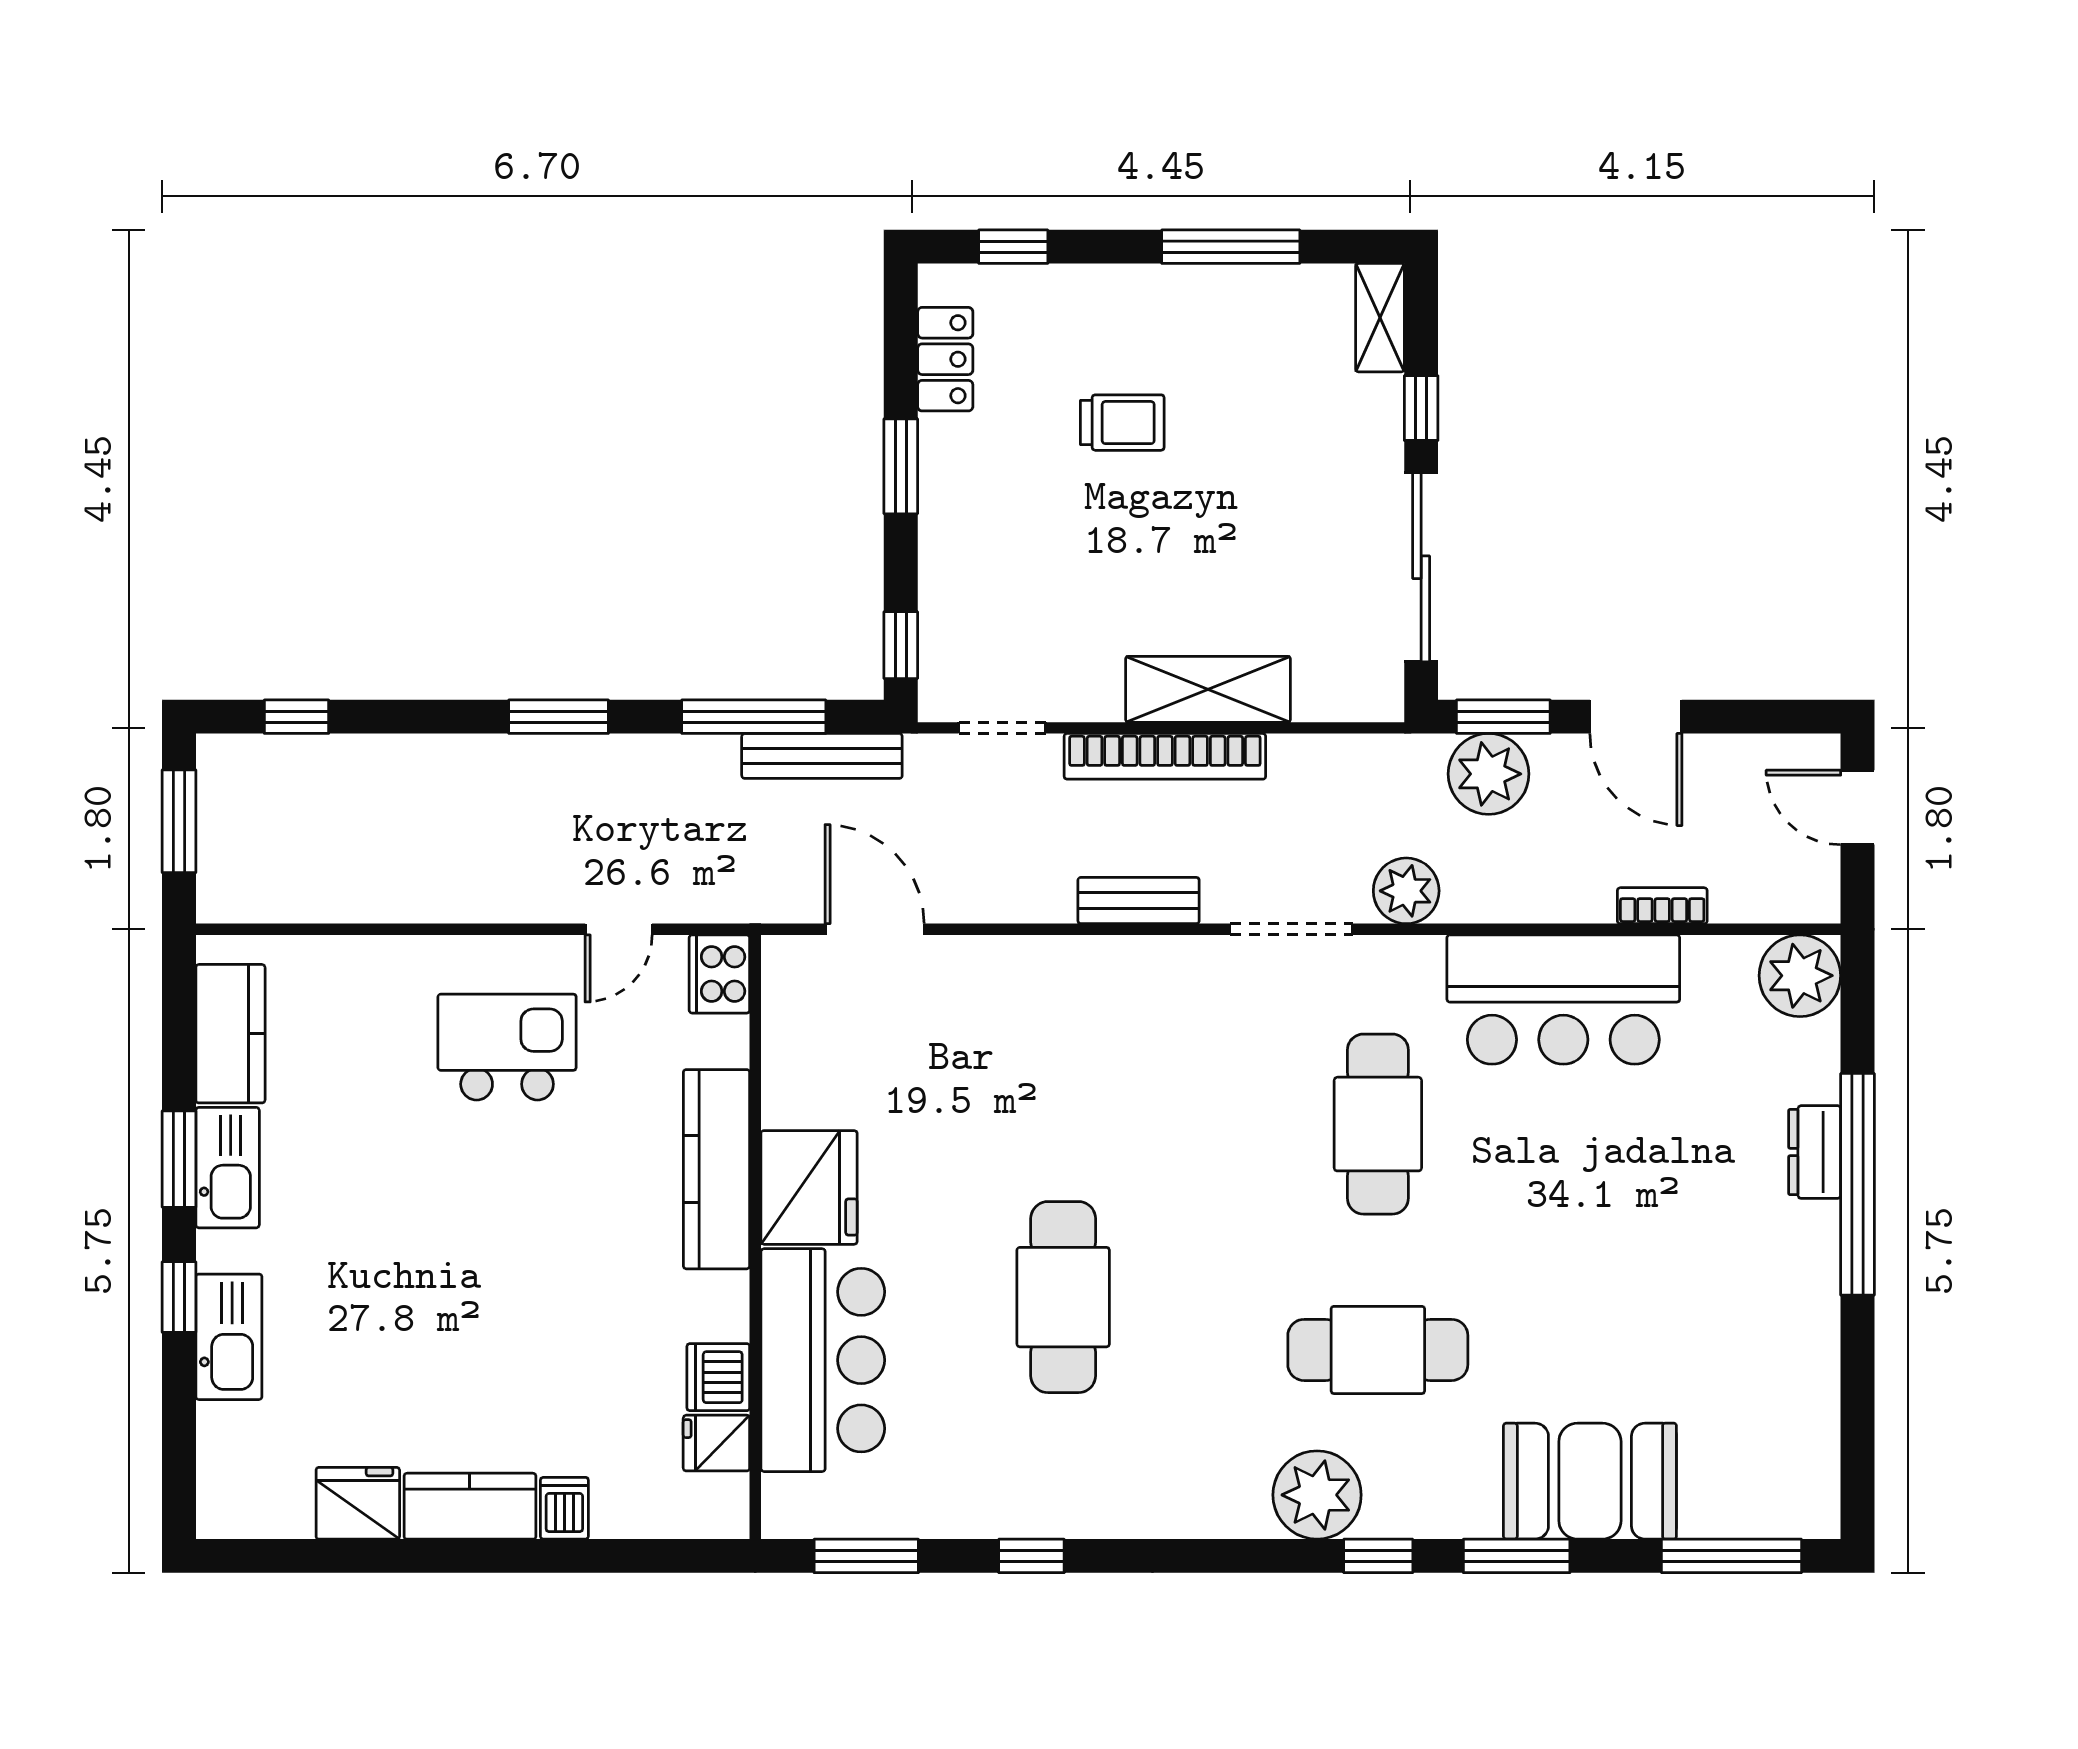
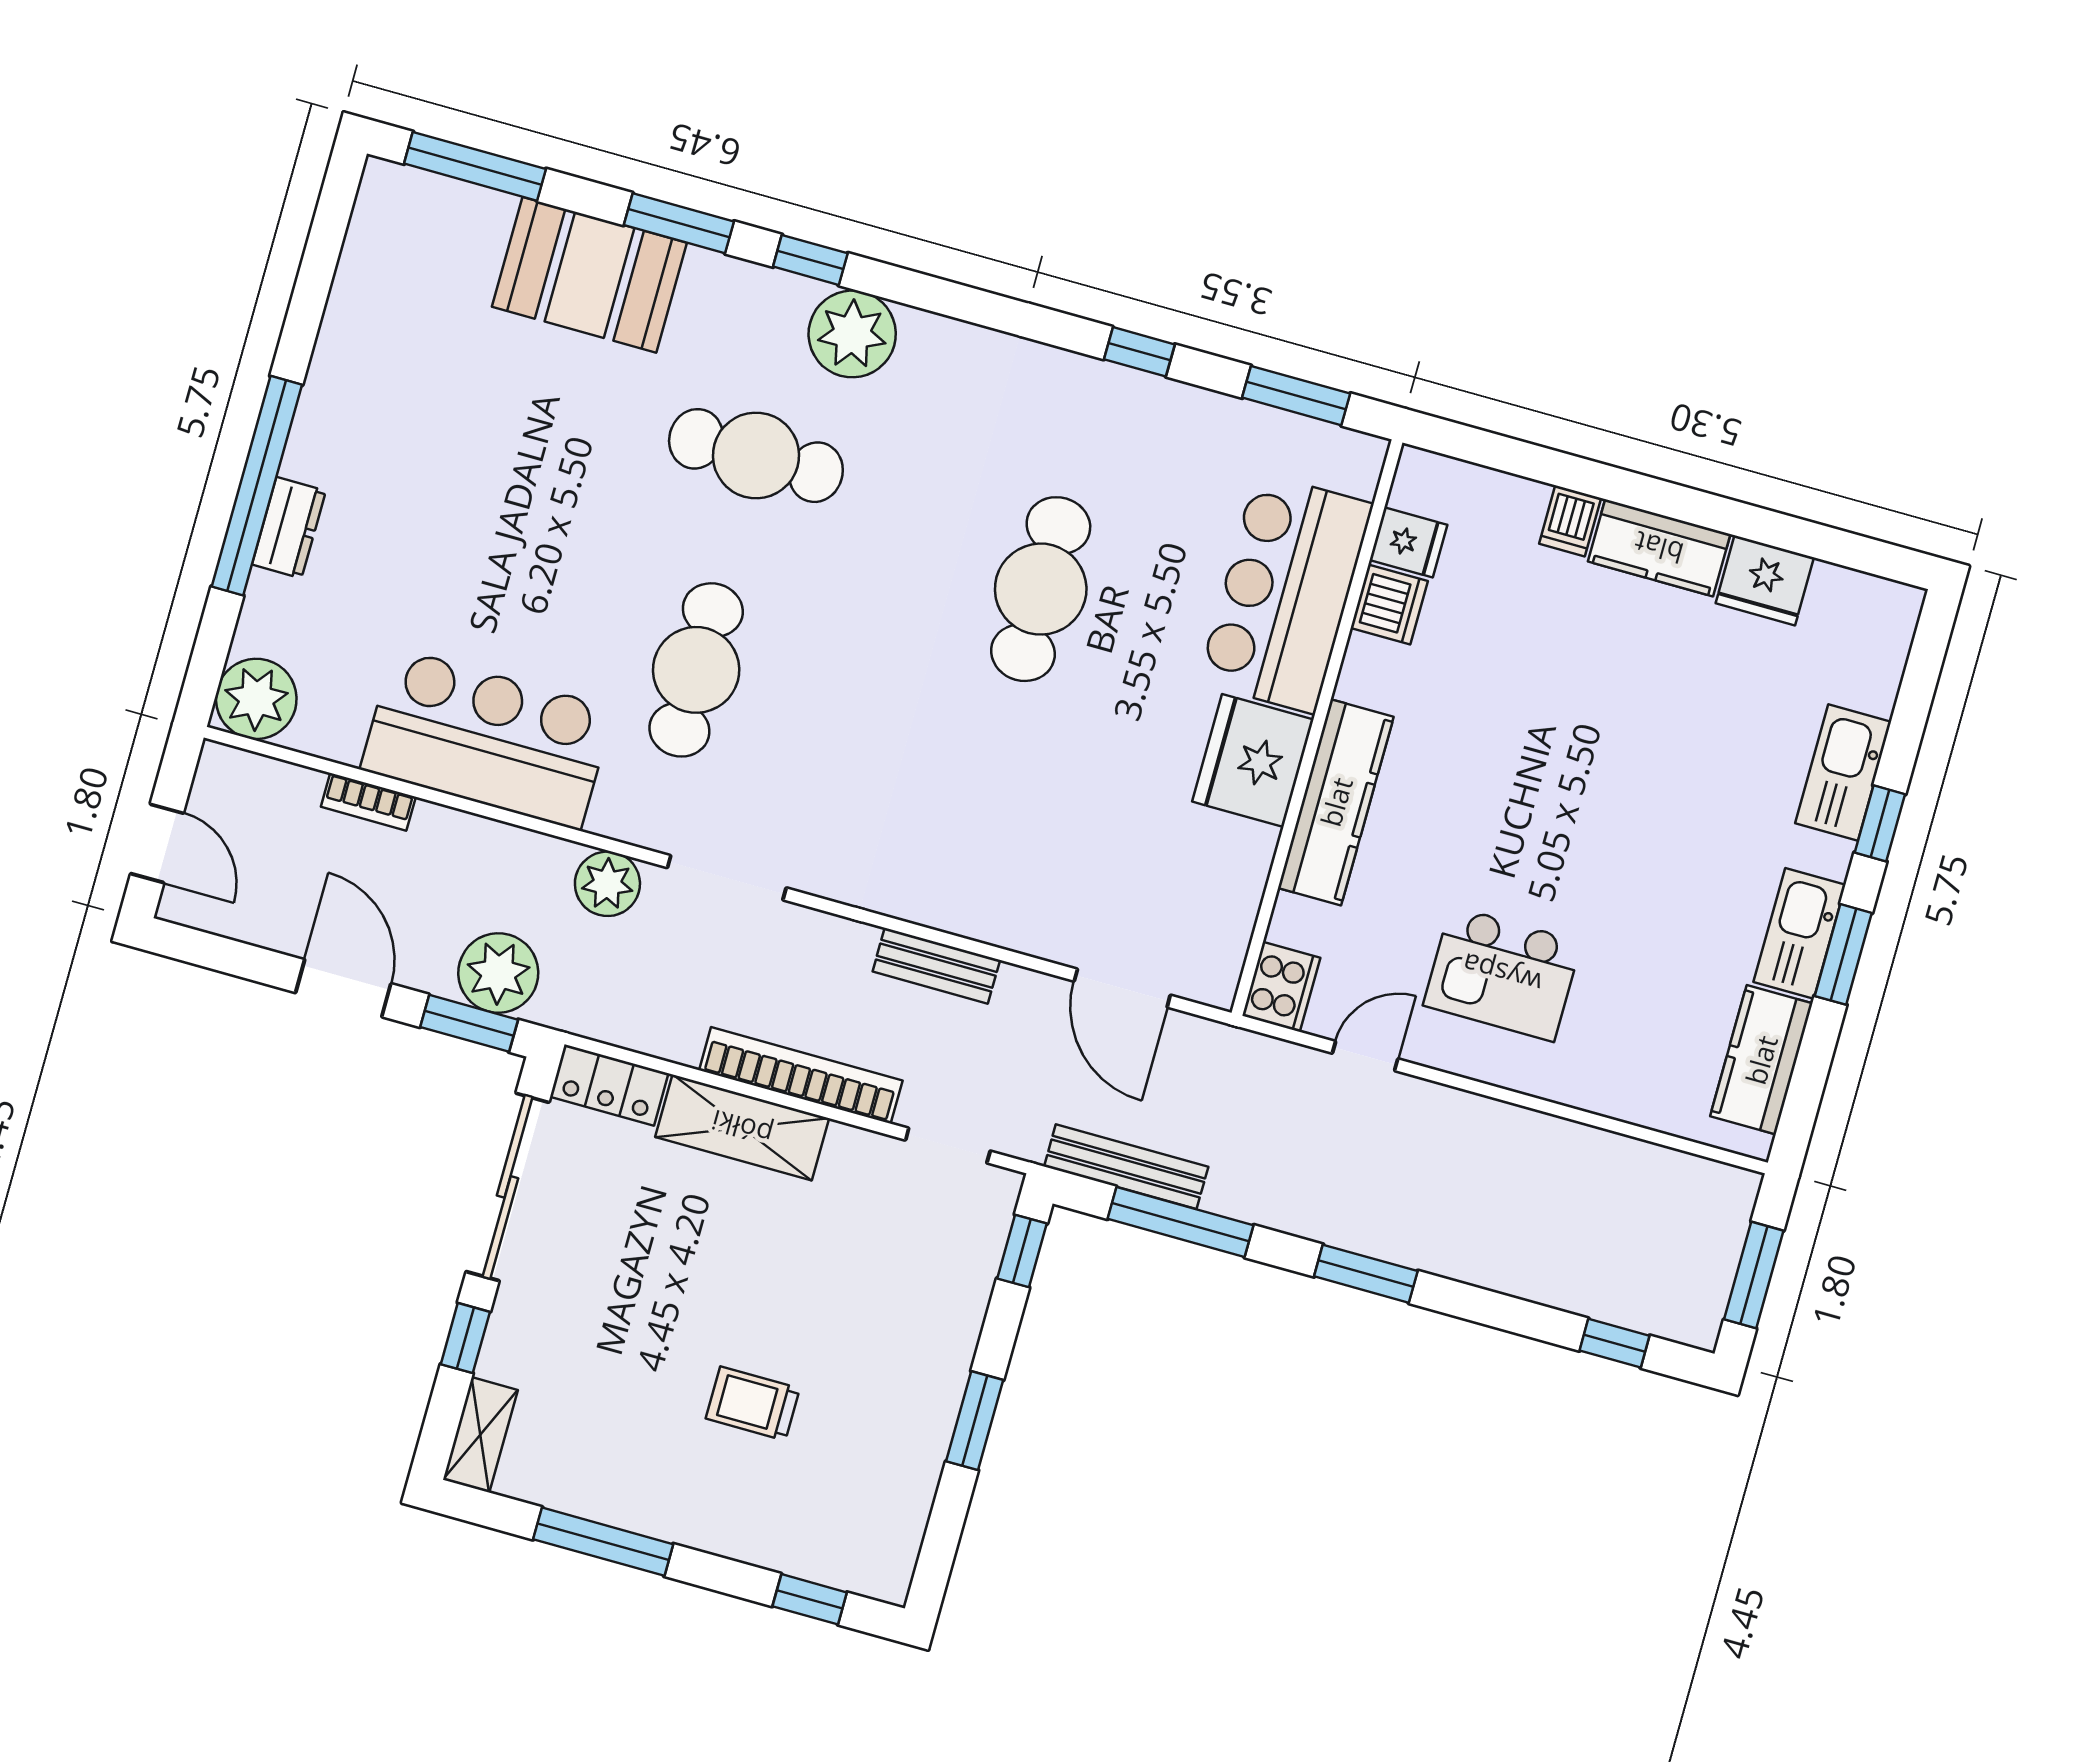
locker: (945, 359) -> (609, 1085), moved, turned -90
bench: (1139, 901) -> (936, 966), moved

